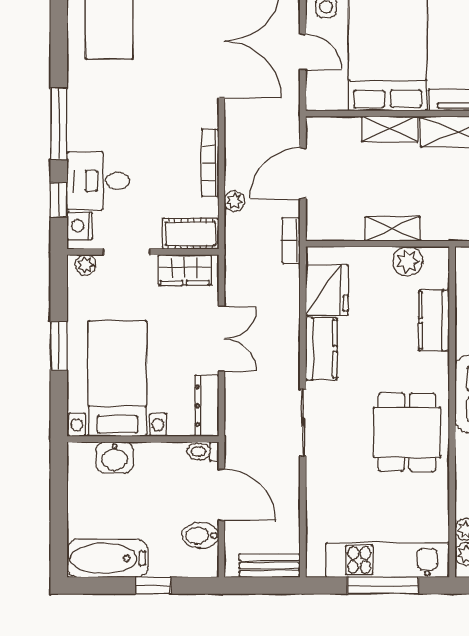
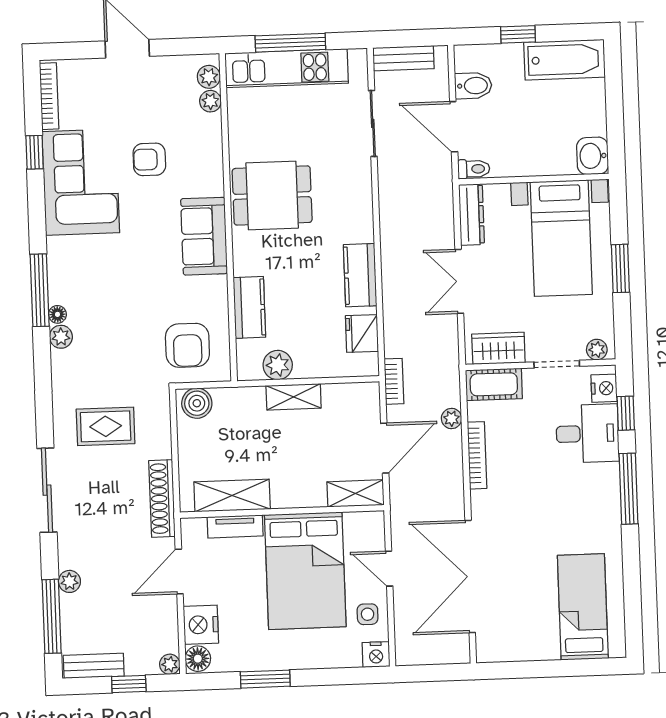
shelving: (390, 129) -> (355, 493), moved
fridge: (327, 290) -> (362, 334), width x0.73, depth x0.75
sliding door: (303, 422) -> (373, 123), moved
dining table: (407, 432) -> (272, 195), turned 90
washbasin: (115, 458) -> (593, 156), moved, turned -90

